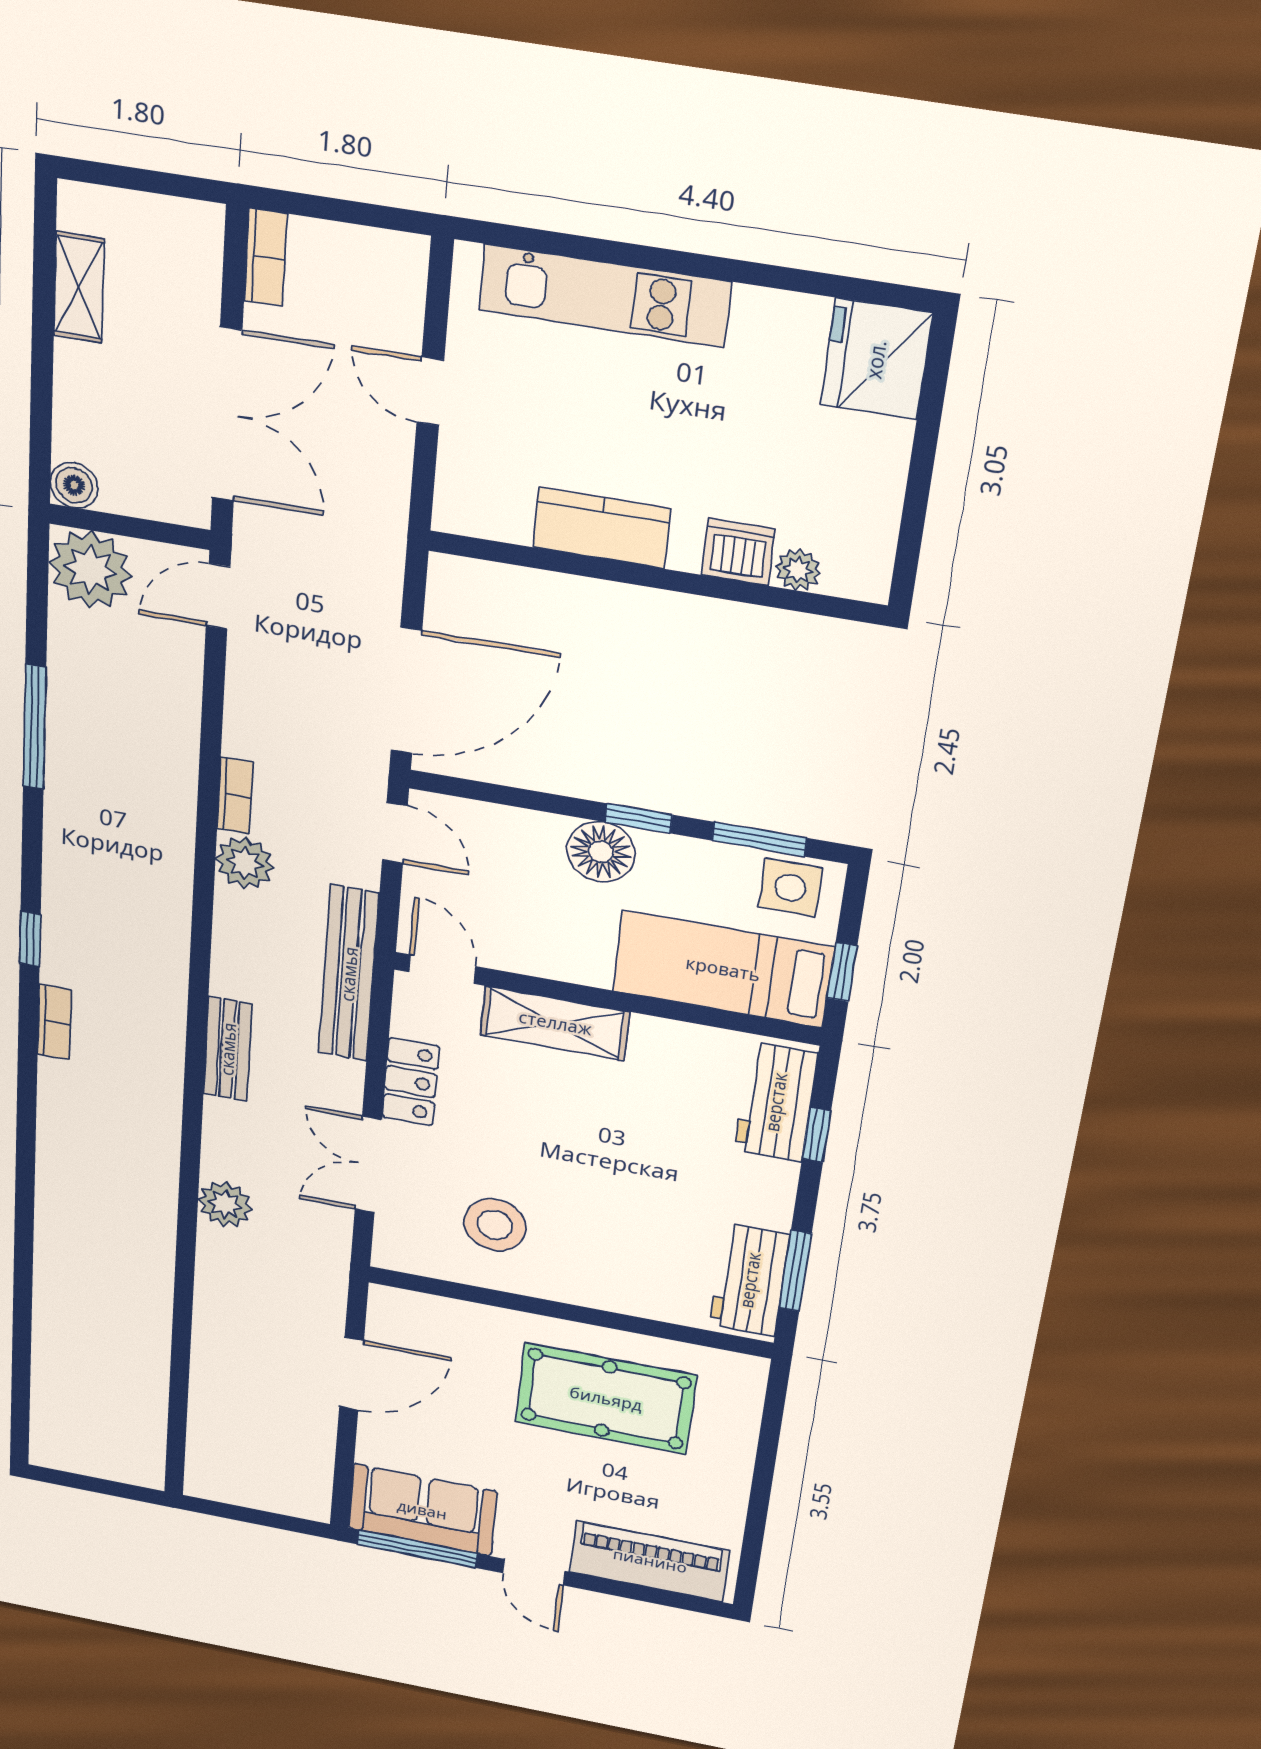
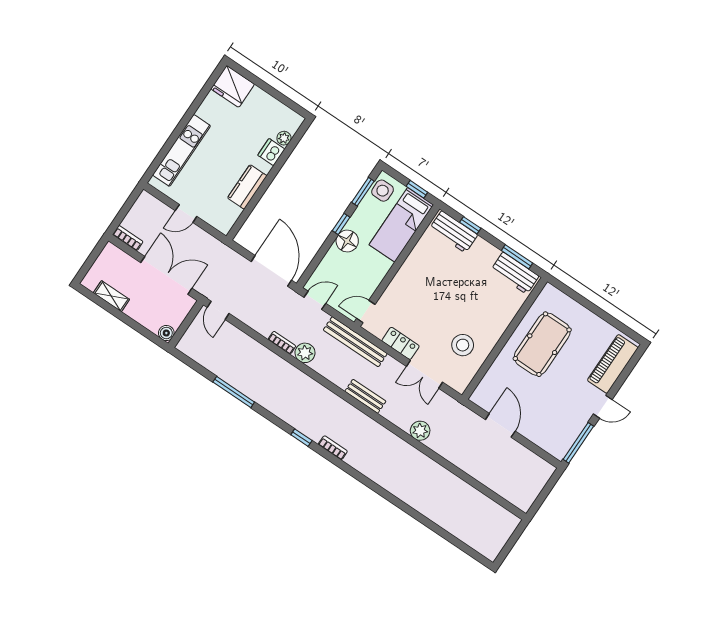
plant: (90, 569) -> (193, 344), removed
shelving: (555, 1023) -> (399, 286), removed
sofa: (422, 1510) -> (563, 432), removed

